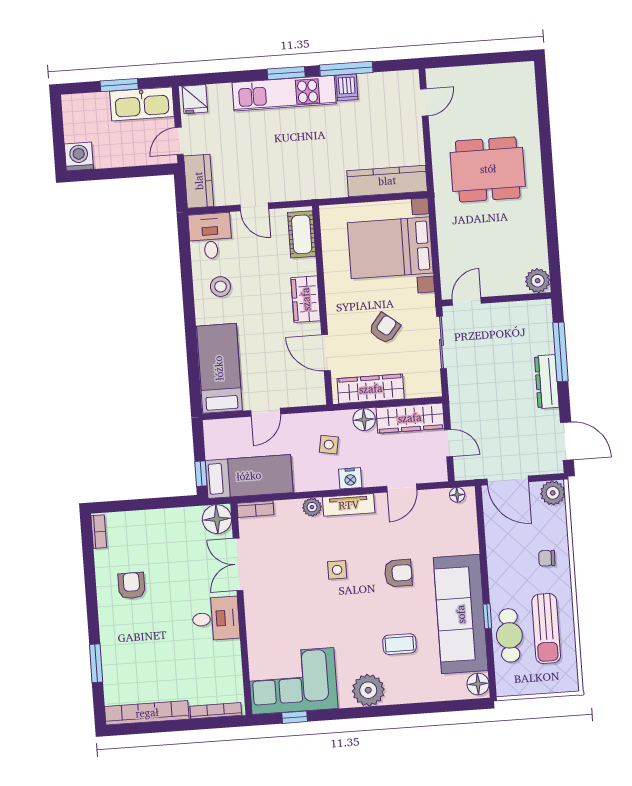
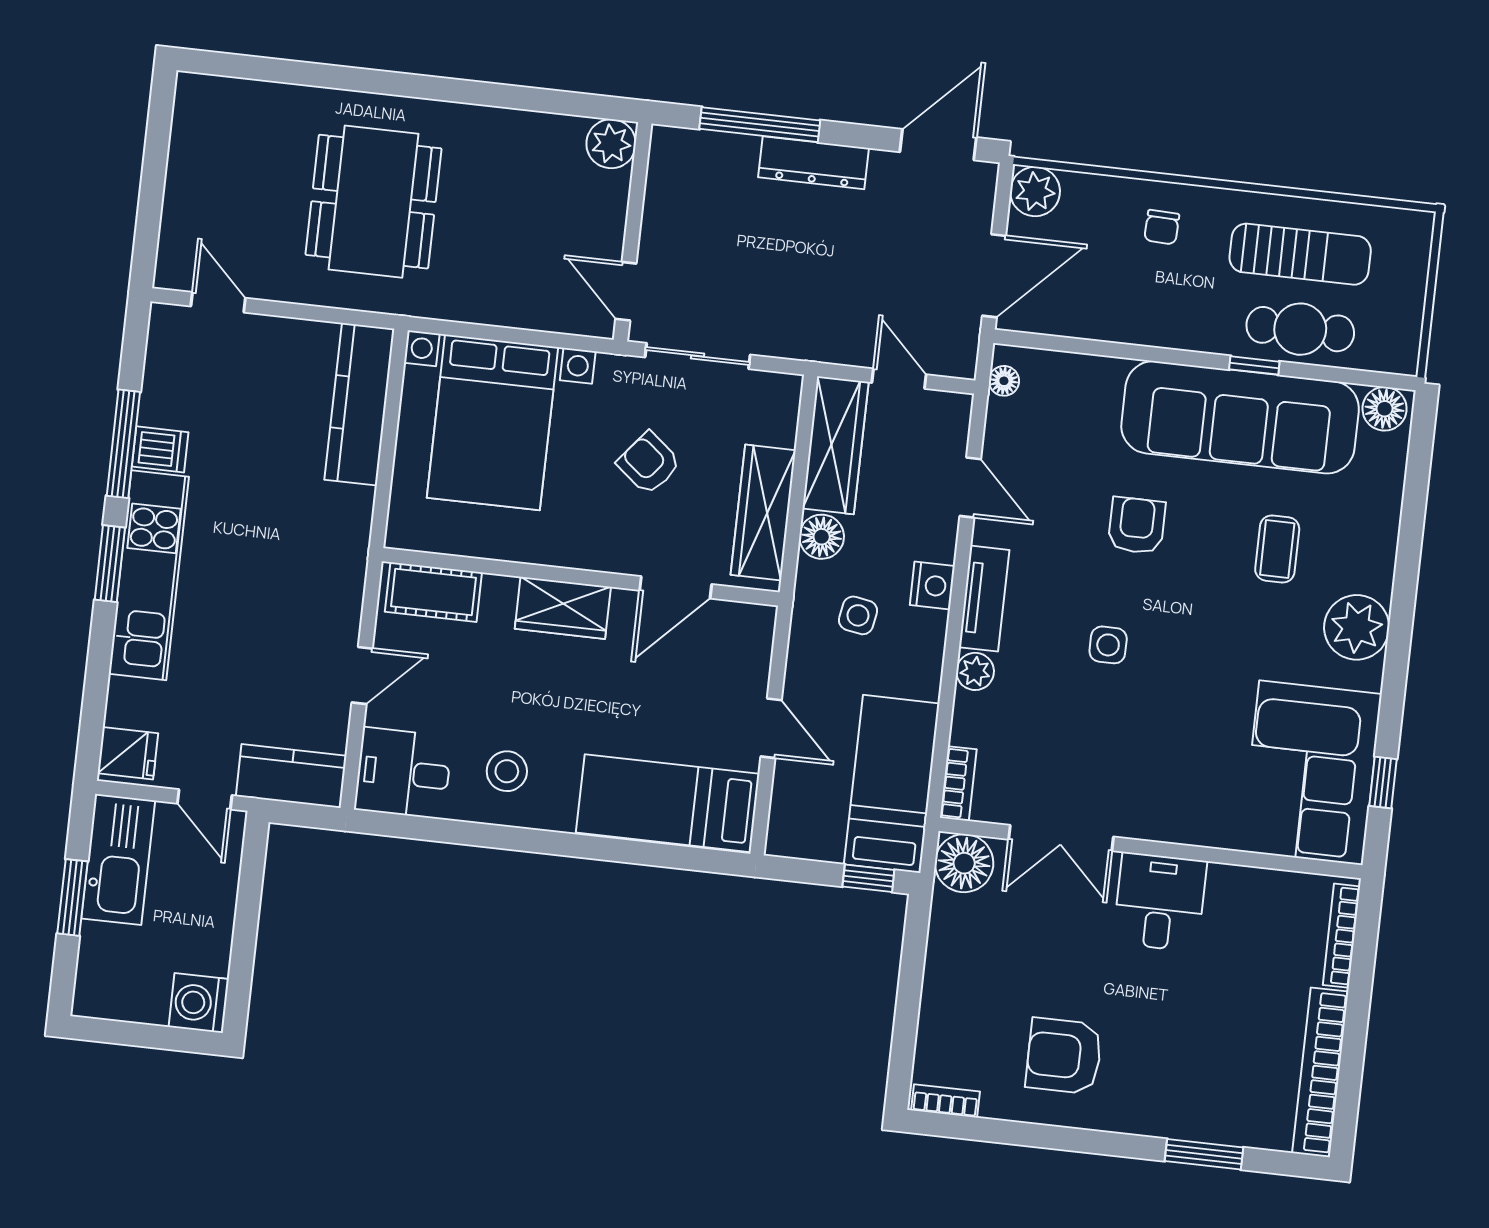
door: (449, 443) -> (899, 379), hinge flipped
armchair: (132, 586) -> (1064, 1056), width x1.38, depth x1.38

